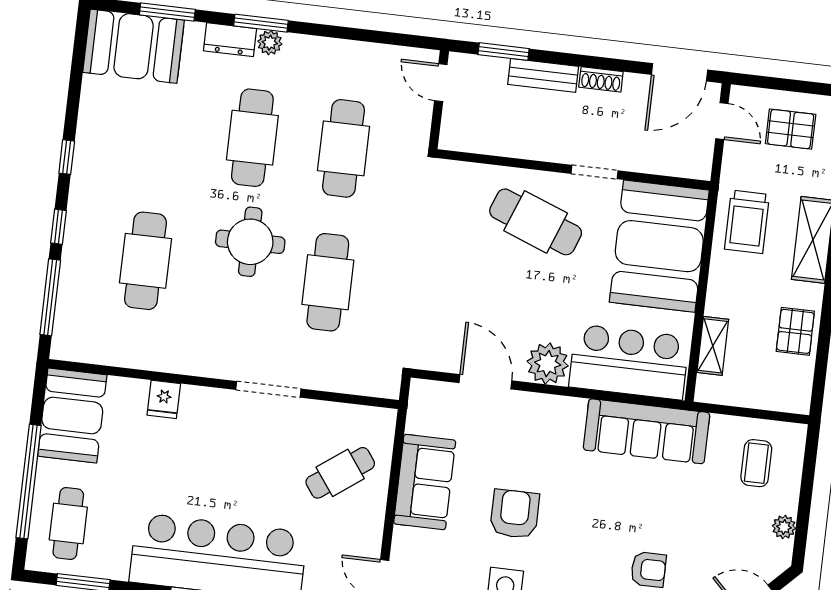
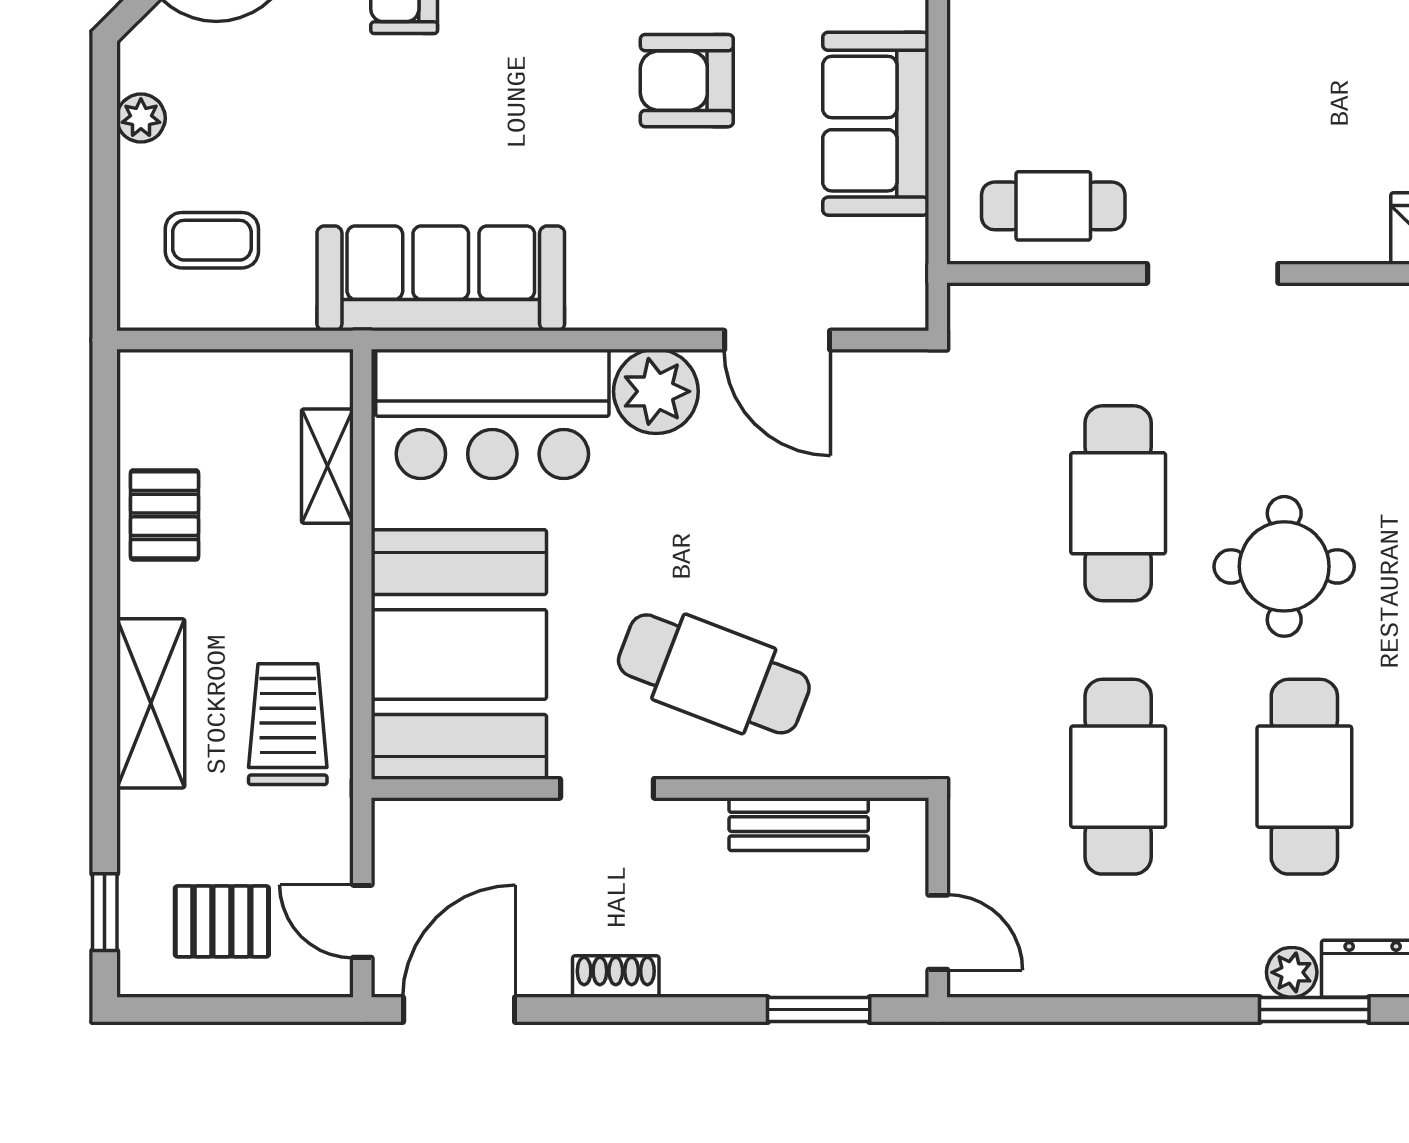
bench: (543, 75) -> (799, 824), moved
coffee table: (756, 463) -> (212, 240), turned 90
cafe table: (340, 473) -> (1053, 206), moved, turned 36
armchair: (515, 514) -> (687, 81), turned 90

